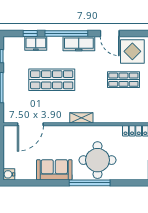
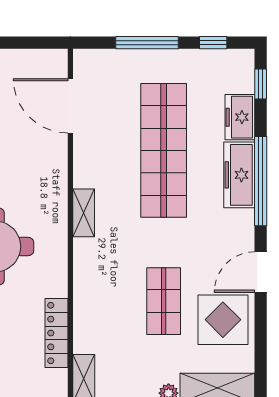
window: (30, 34) -> (261, 84), moved
freezer: (79, 44) -> (239, 175), moved
shop shelf: (52, 80) -> (164, 150), width x1.40

